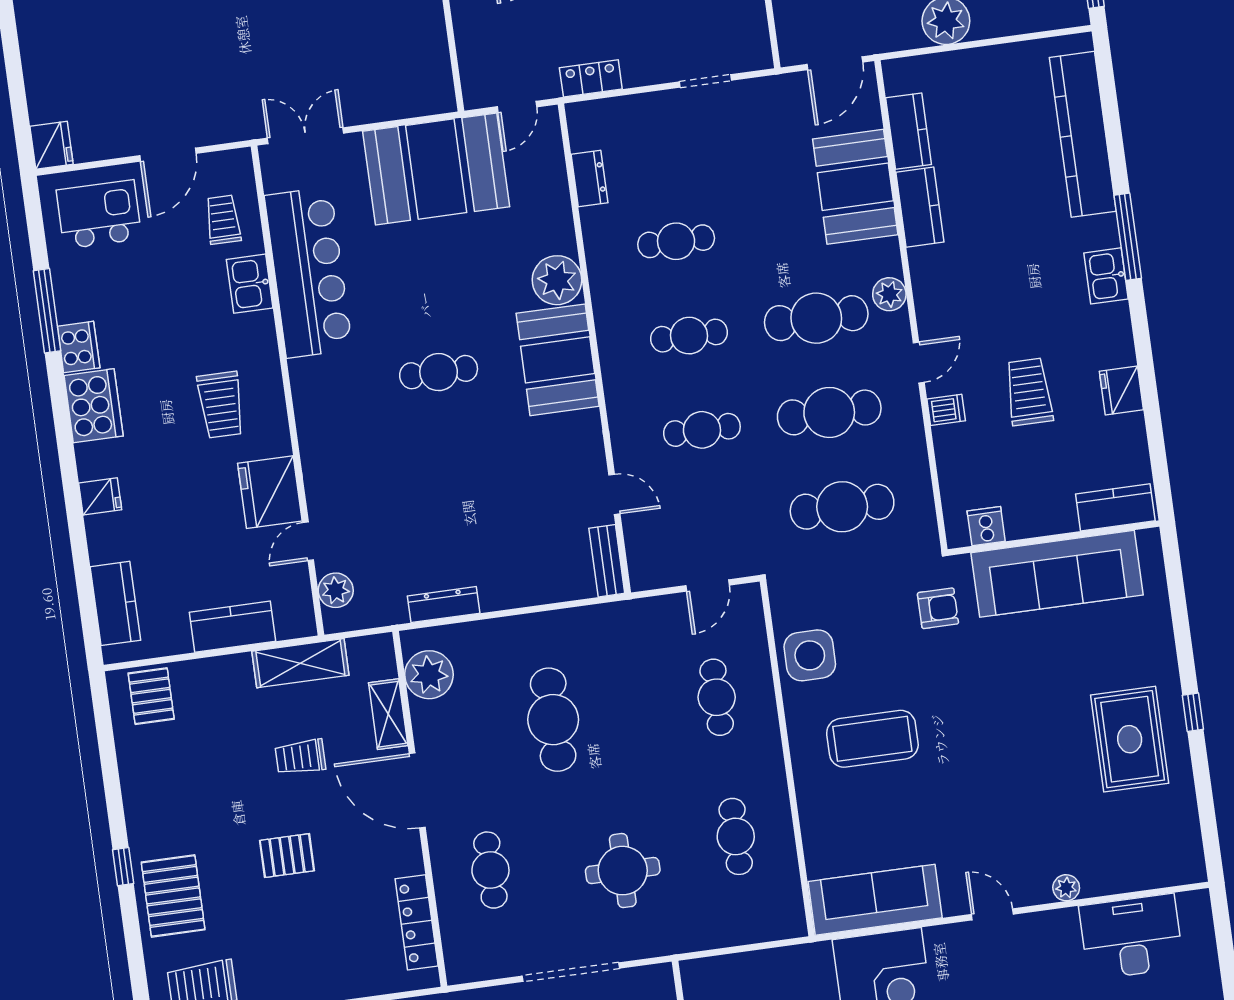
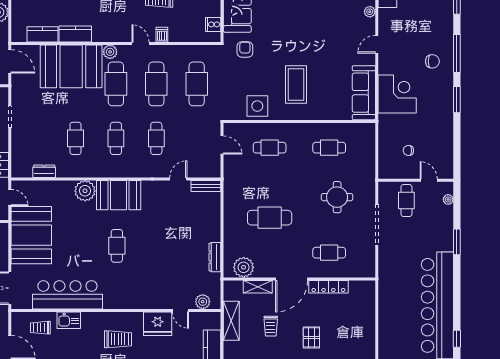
booth: (855, 187) -> (71, 66), width x1.36, depth x1.42
locker: (417, 922) -> (328, 287), moved

